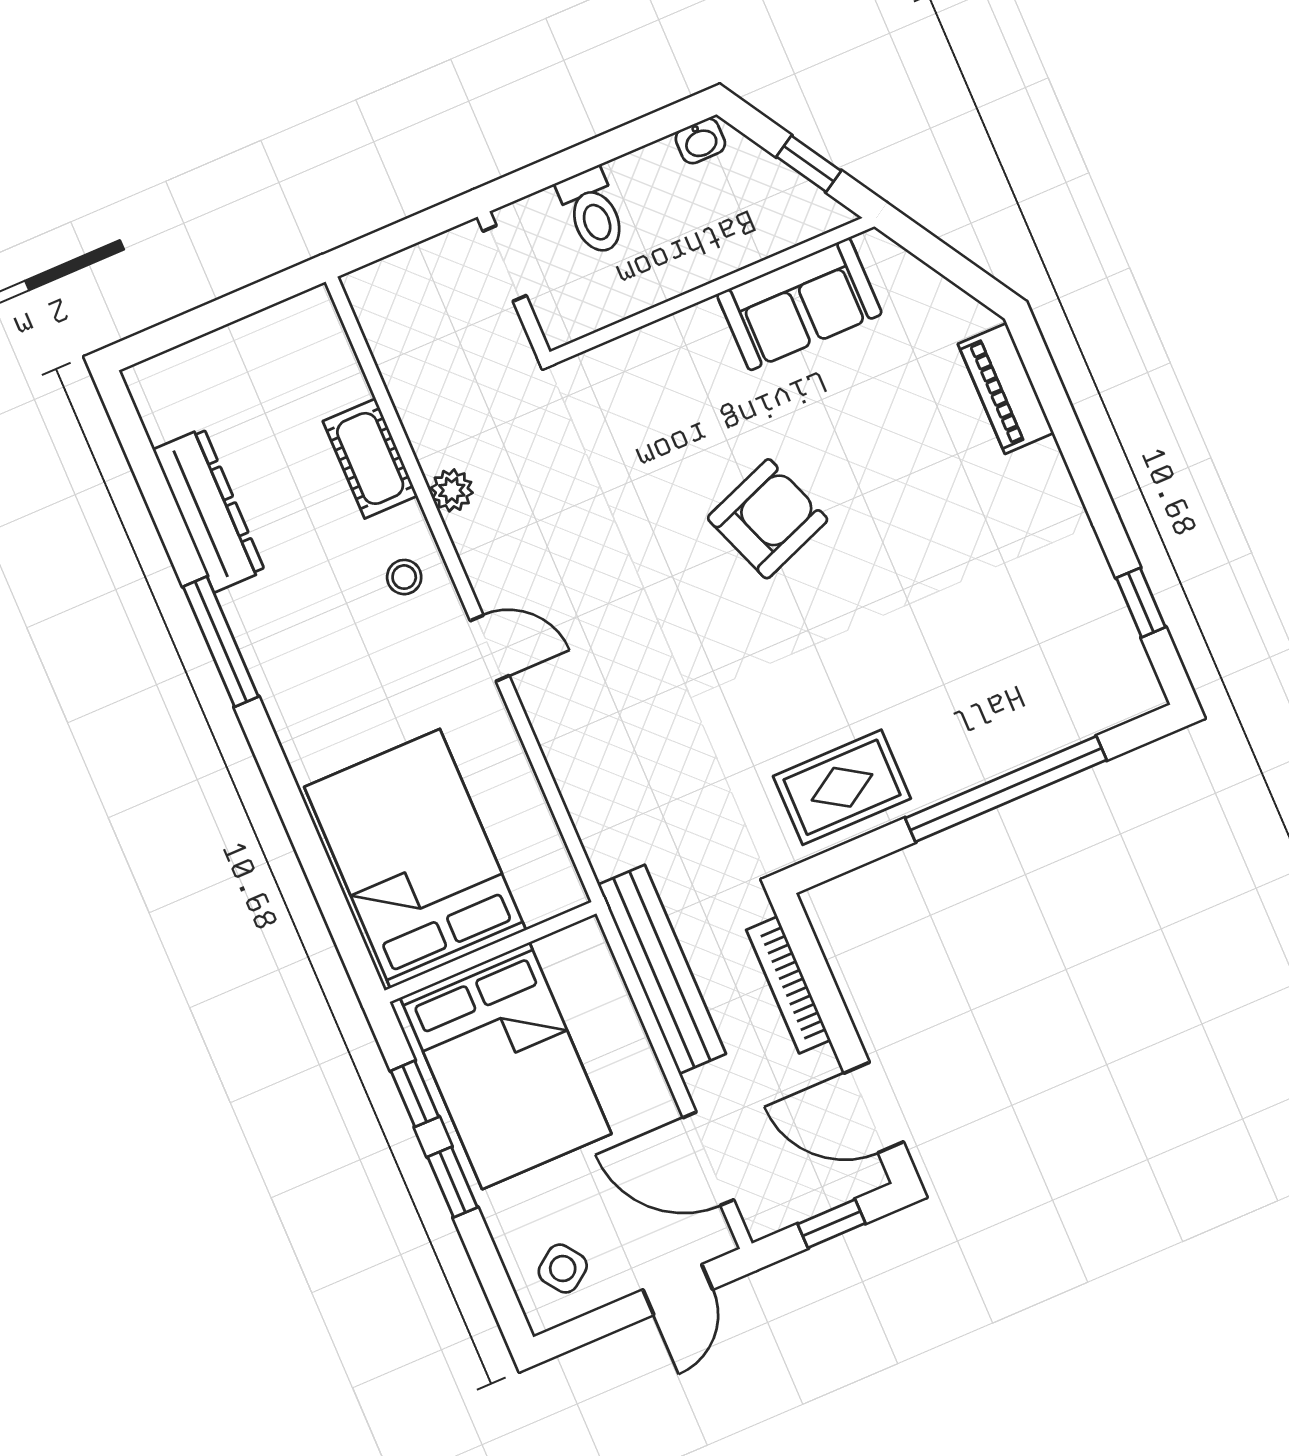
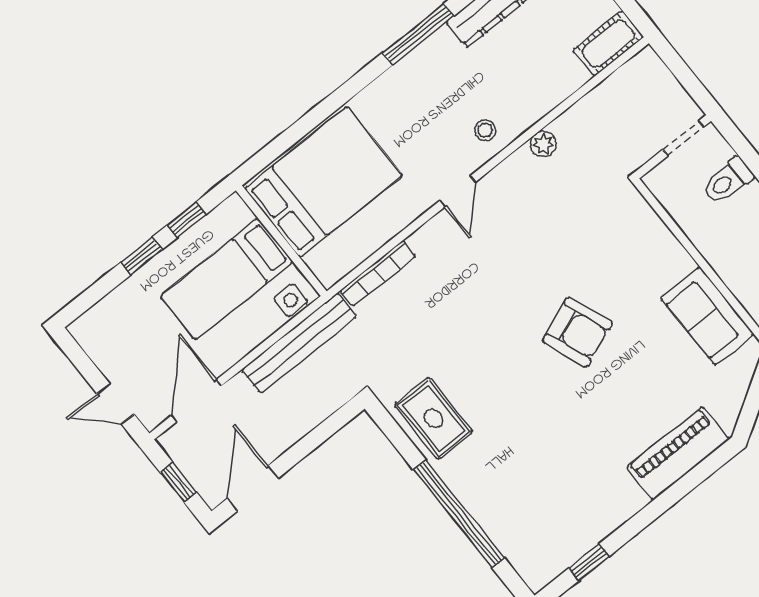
piano: (1006, 388) -> (678, 453), width x1.37, depth x1.33
cot: (370, 458) -> (608, 44), moved
bookcase: (788, 985) -> (378, 273), moved, turned 180
bed: (506, 1066) -> (227, 279), width x0.67
side table: (563, 1269) -> (291, 300), moved, turned 36

